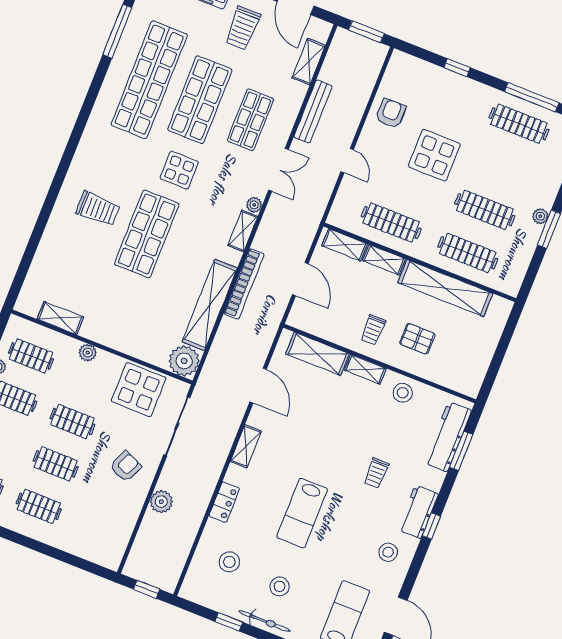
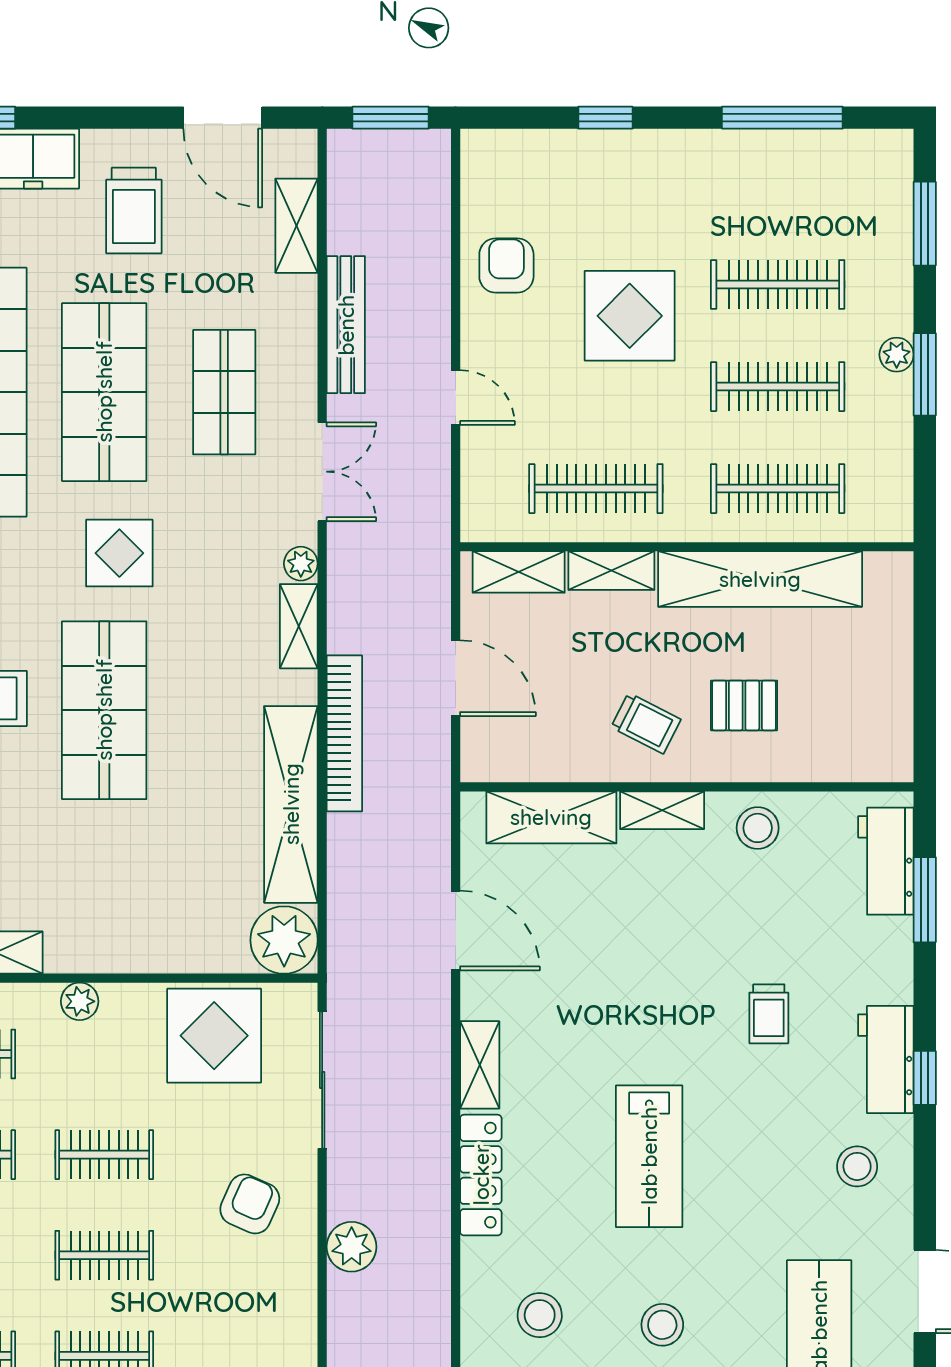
clothes rail: (519, 124) -> (778, 285), moved
trolley: (373, 330) -> (646, 723), turned -63
workbench: (448, 437) -> (886, 861), width x0.73
locker: (224, 502) -> (481, 1175), width x1.53

